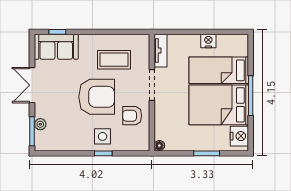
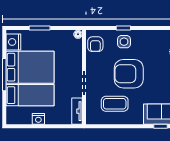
armchair: (132, 116) -> (95, 44), moved, turned 90

